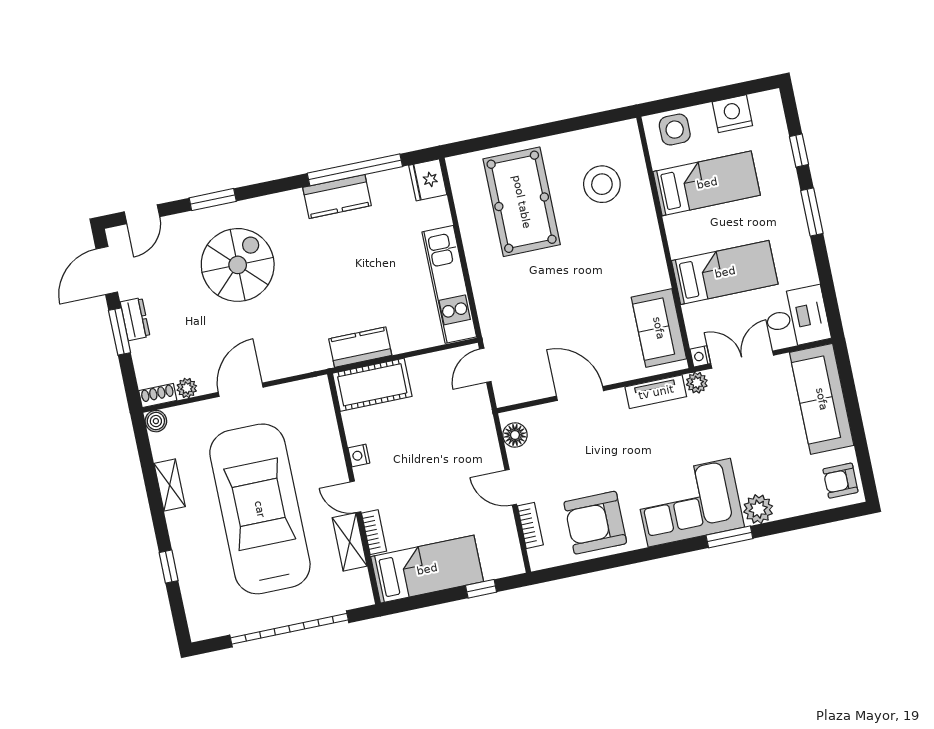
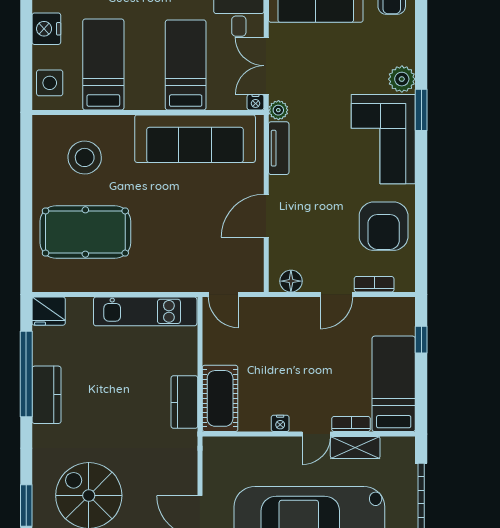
sofa: (659, 328) -> (195, 139), width x1.85, depth x1.27

